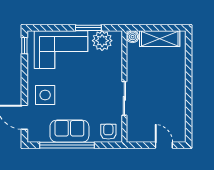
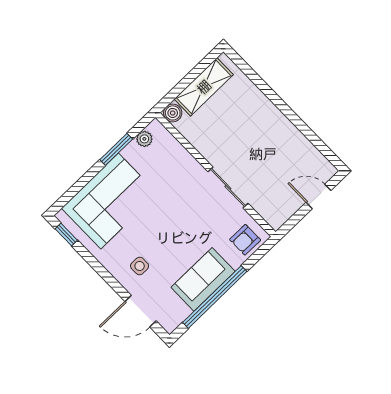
plant: (102, 41) -> (144, 139), width x0.53, depth x0.53
side table: (45, 95) -> (140, 266), width x0.54, depth x0.54
armchair: (108, 132) -> (245, 240), turned -90

